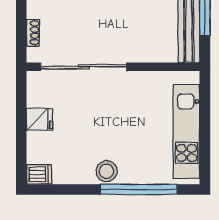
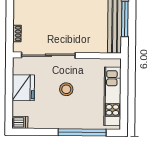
fridge: (39, 119) -> (23, 88), width x1.88, depth x1.34
stool: (107, 171) -> (66, 89), moved

